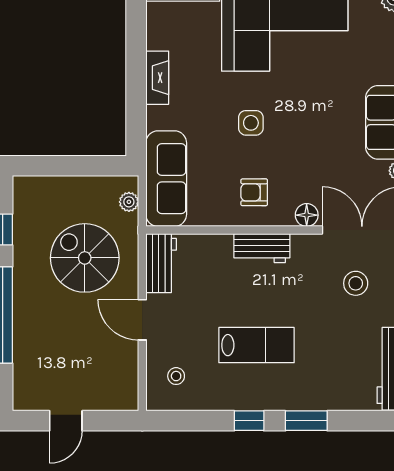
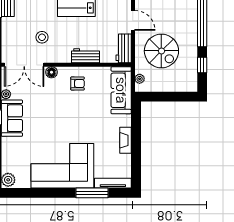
side table: (251, 123) -> (79, 118), removed
workbench: (262, 248) -> (86, 56), moved
stool: (356, 283) -> (42, 37), moved

